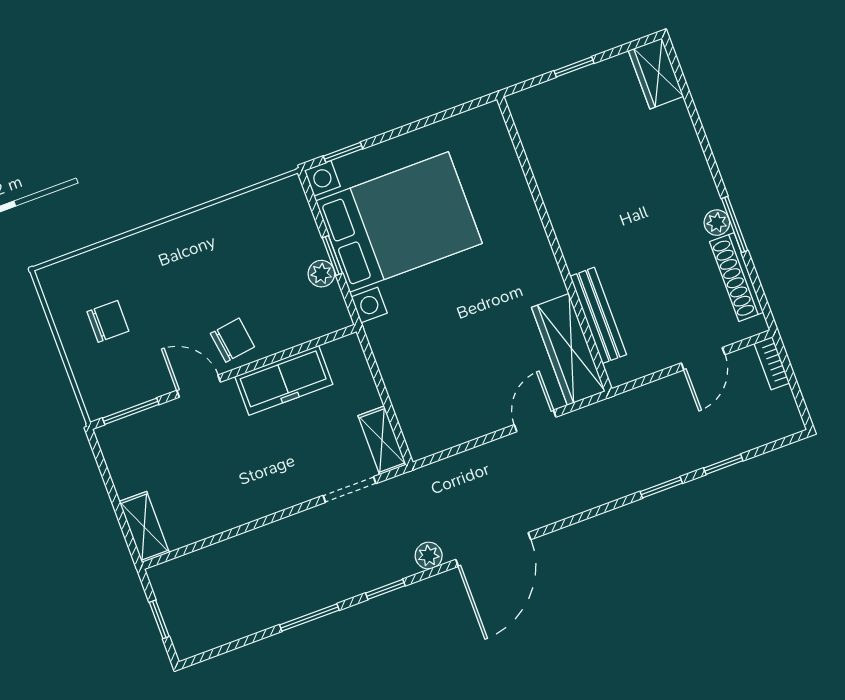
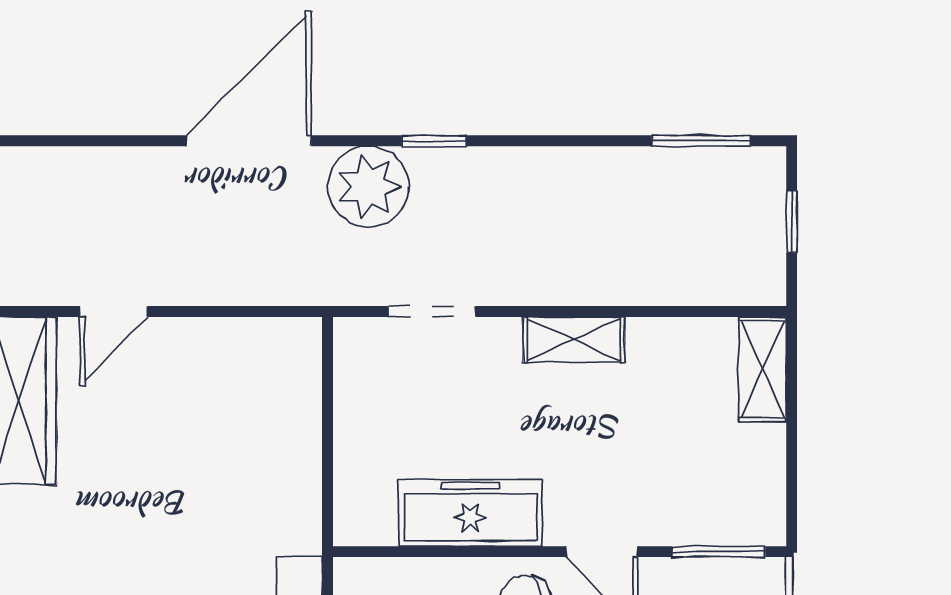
shelving: (382, 440) -> (574, 340), moved, turned 90
plant: (429, 556) -> (368, 187), width x1.87, depth x1.87
window: (309, 618) -> (701, 141), moved

